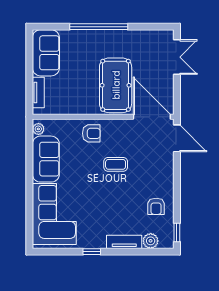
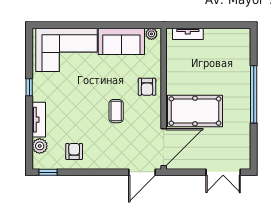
sofa: (46, 53) -> (227, 41), removed
armchair: (156, 206) -> (74, 151), turned 90

